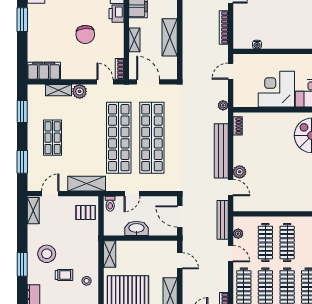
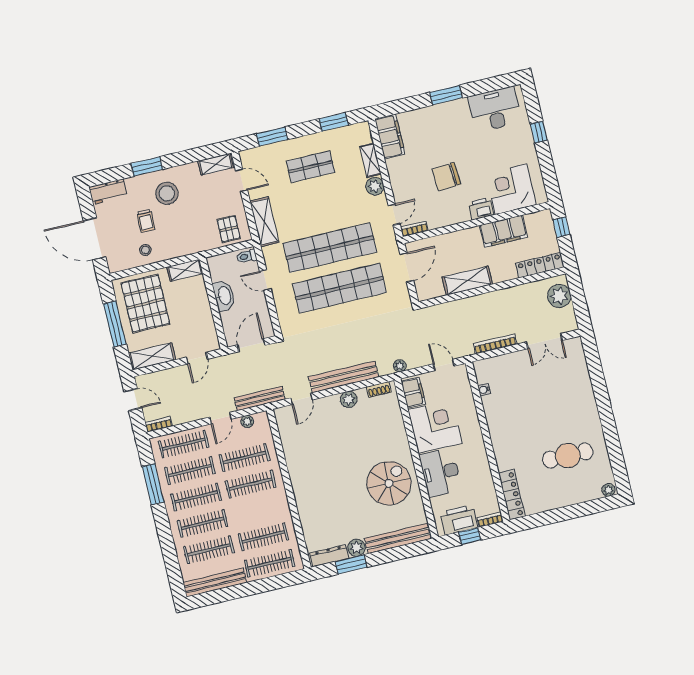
shelving: (134, 40) -> (454, 238), removed
filing cabinet: (246, 100) -> (413, 392), added
plant: (240, 172) -> (349, 399), moved

